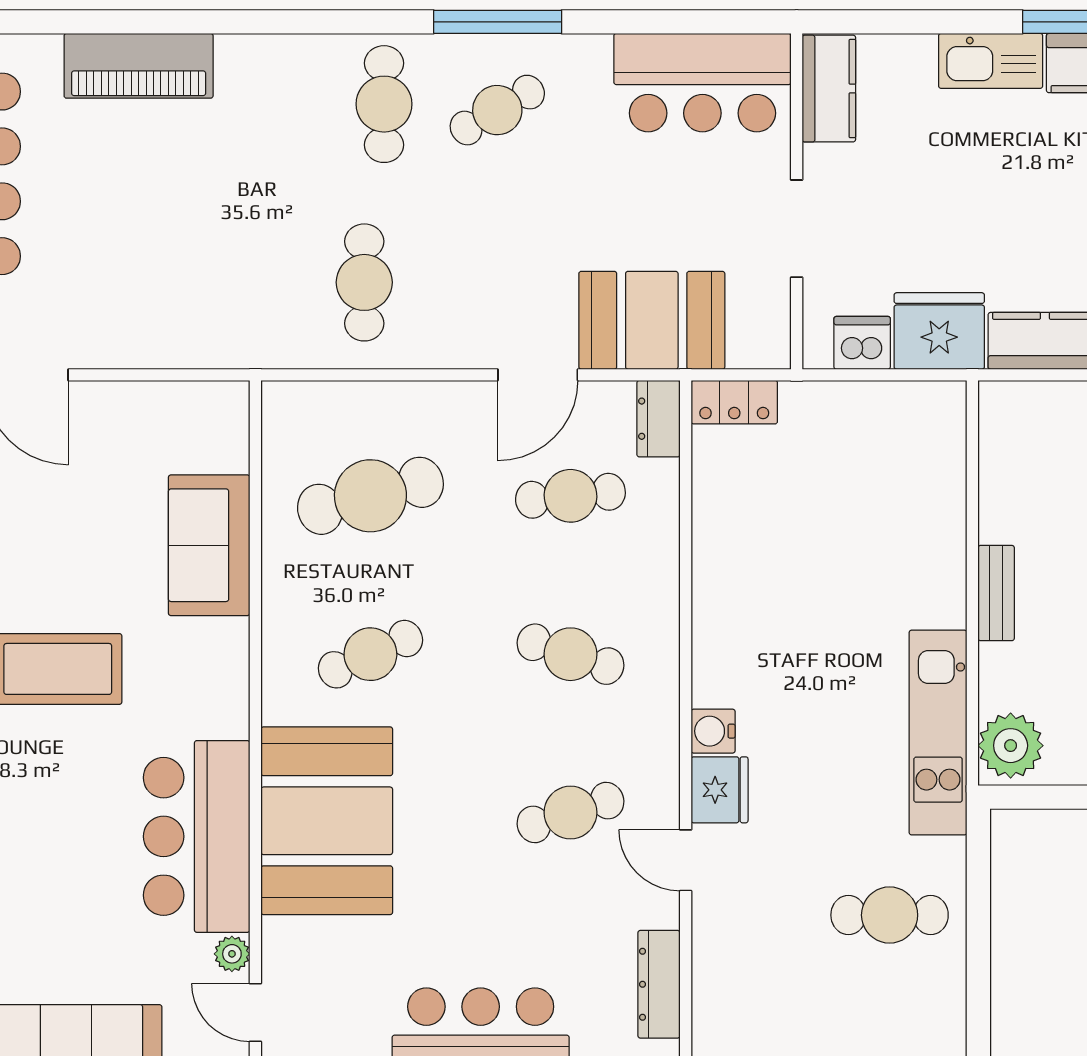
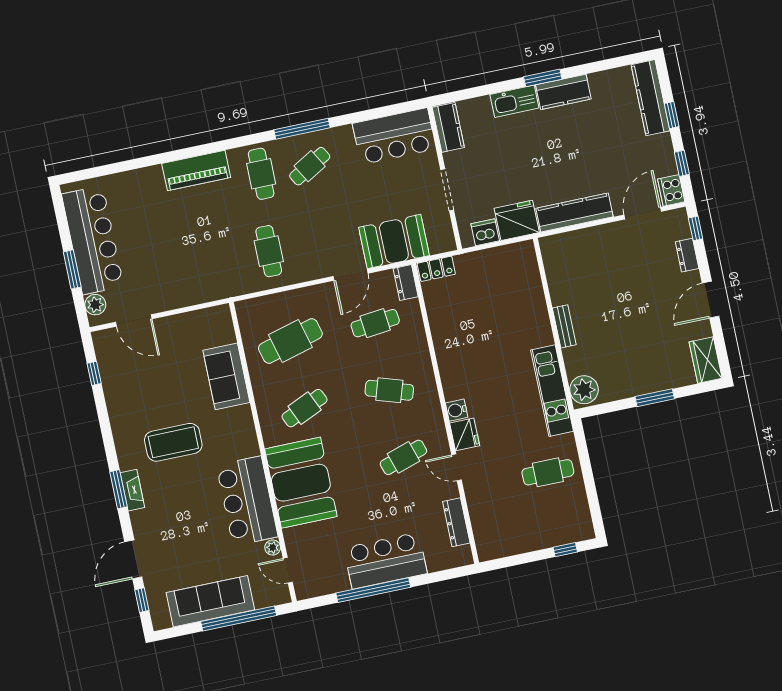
piano: (139, 66) -> (196, 170), moved

